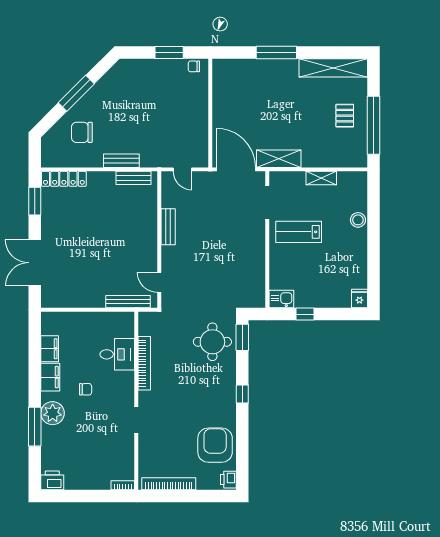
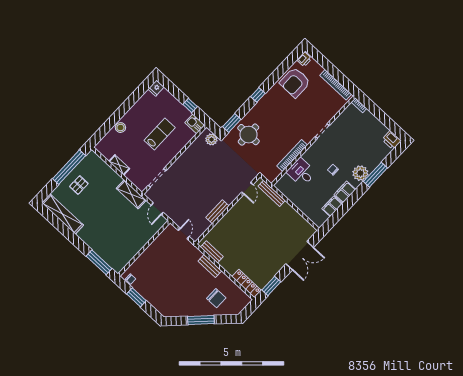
window: (276, 52) -> (99, 262), moved
door: (236, 169) -> (157, 209), width x0.53
lab bench: (299, 232) -> (160, 134), moved, turned -90
plant: (248, 299) -> (211, 139), added

